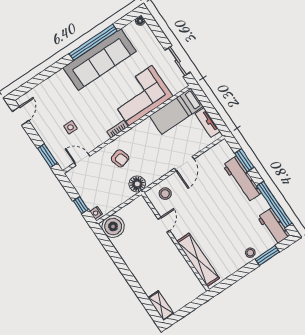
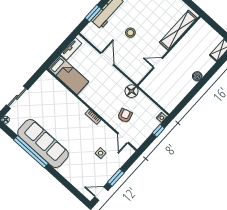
sliding door: (177, 61) -> (17, 97), moved
corner sofa: (140, 96) -> (63, 105), removed
window: (47, 156) -> (116, 177), moved
armchair: (120, 158) -> (125, 116), moved
door: (184, 164) -> (107, 59), hinge flipped
stool: (165, 194) -> (130, 33), moved
boiler: (113, 226) -> (197, 76), moved, width x0.54, depth x0.54

